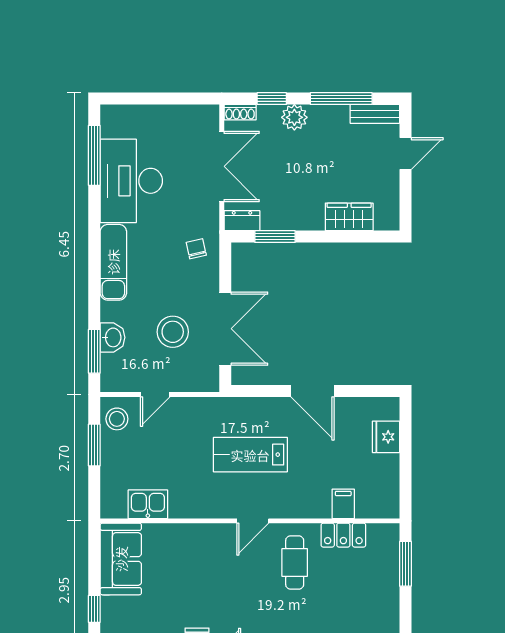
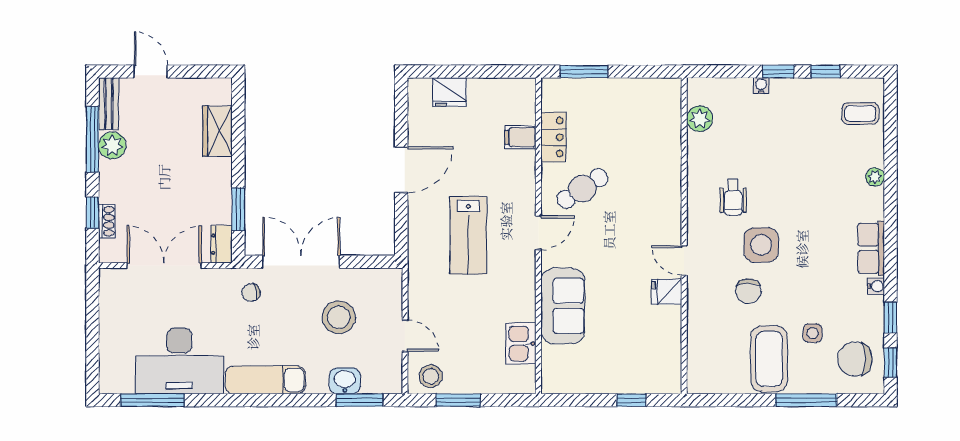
shoe rack: (240, 112) -> (107, 221), moved
plant: (294, 117) -> (112, 145), moved
double door: (225, 329) -> (301, 262), moved
door: (253, 521) -> (538, 233), hinge flipped
sofa: (121, 559) -> (563, 306), moved, turned 90
cafe table: (295, 562) -> (582, 189), turned -33

